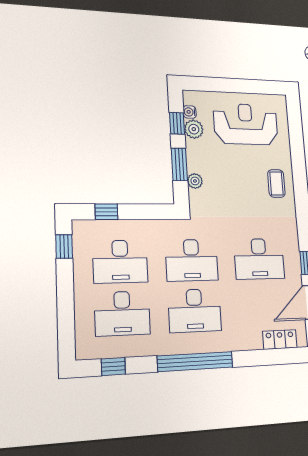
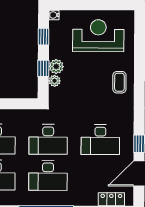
water cooler: (190, 112) -> (54, 15), moved
plant: (194, 129) -> (56, 67), moved
window: (179, 164) -> (43, 68), width x0.67

